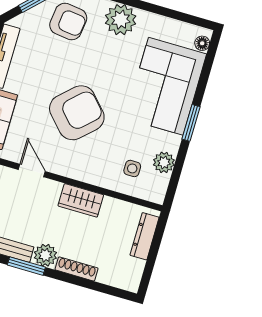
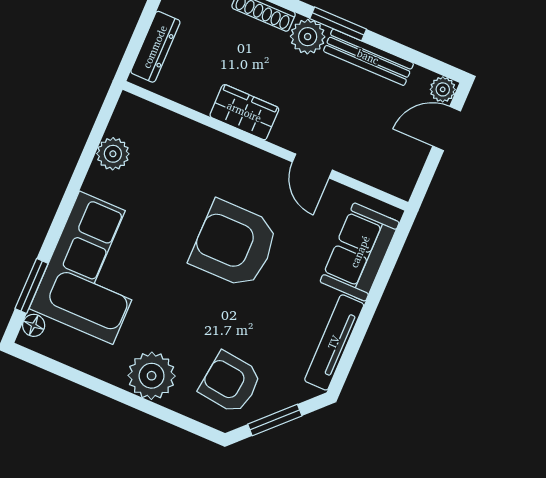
armchair: (77, 113) -> (234, 244), turned 43
window: (191, 123) -> (32, 286), moved
side table: (132, 168) -> (162, 151), removed

